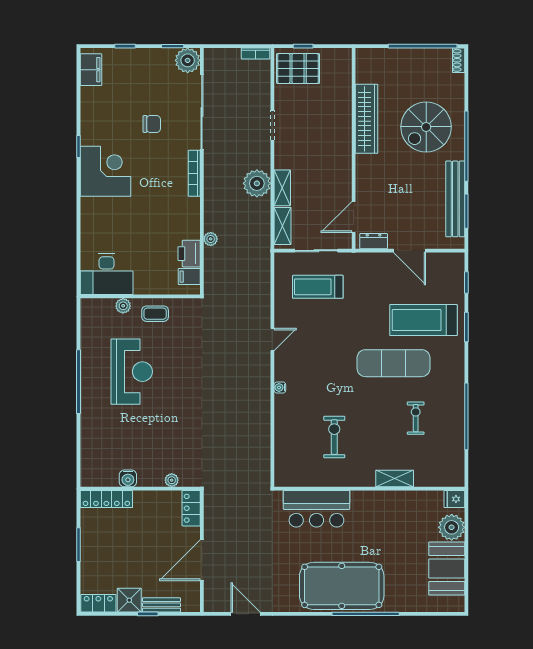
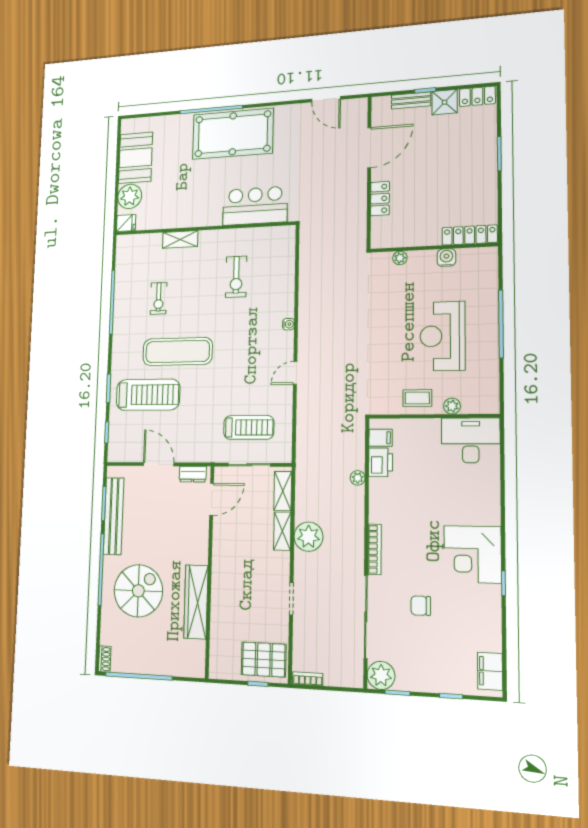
water cooler: (128, 478) -> (446, 258), moved
plant: (172, 480) -> (400, 258), moved
wall: (140, 489) -> (433, 248), moved
locker: (106, 499) -> (470, 235), moved

